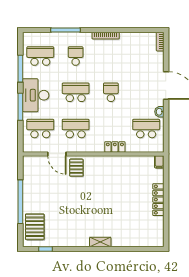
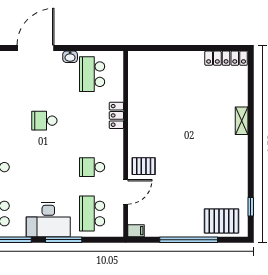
school desk: (76, 92) -> (44, 167), removed
school desk: (76, 128) -> (92, 167), width x0.54
filing cabinet: (159, 162) -> (136, 231), moved
locker: (158, 200) -> (226, 58), moved
shelving: (100, 242) -> (242, 121), moved

